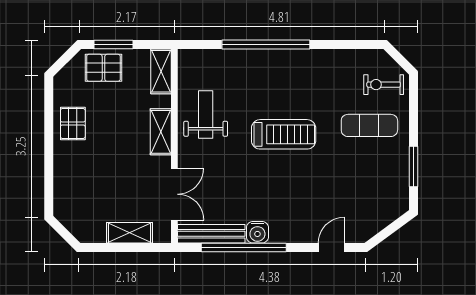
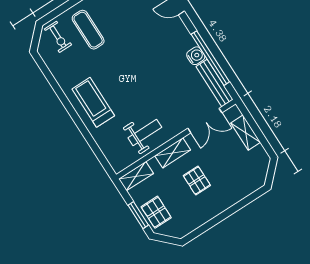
window: (266, 44) -> (79, 123), removed
weight bench: (206, 114) -> (145, 133), turned 180
pallet: (73, 124) -> (197, 180), moved, turned 90
treadmill: (284, 134) -> (93, 102), moved
double door: (174, 194) -> (205, 121), swing flipped

